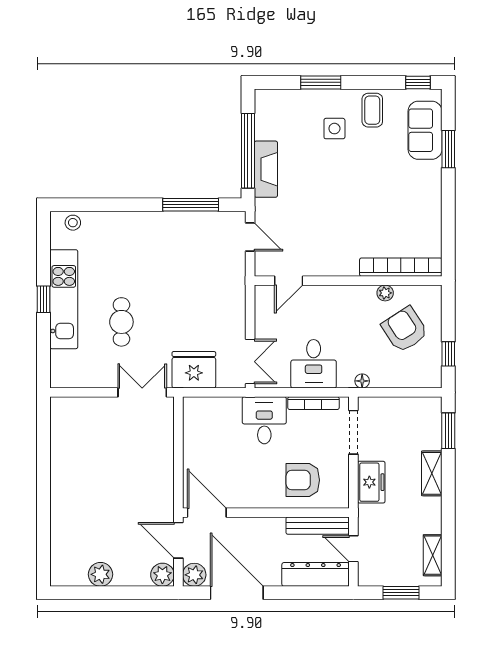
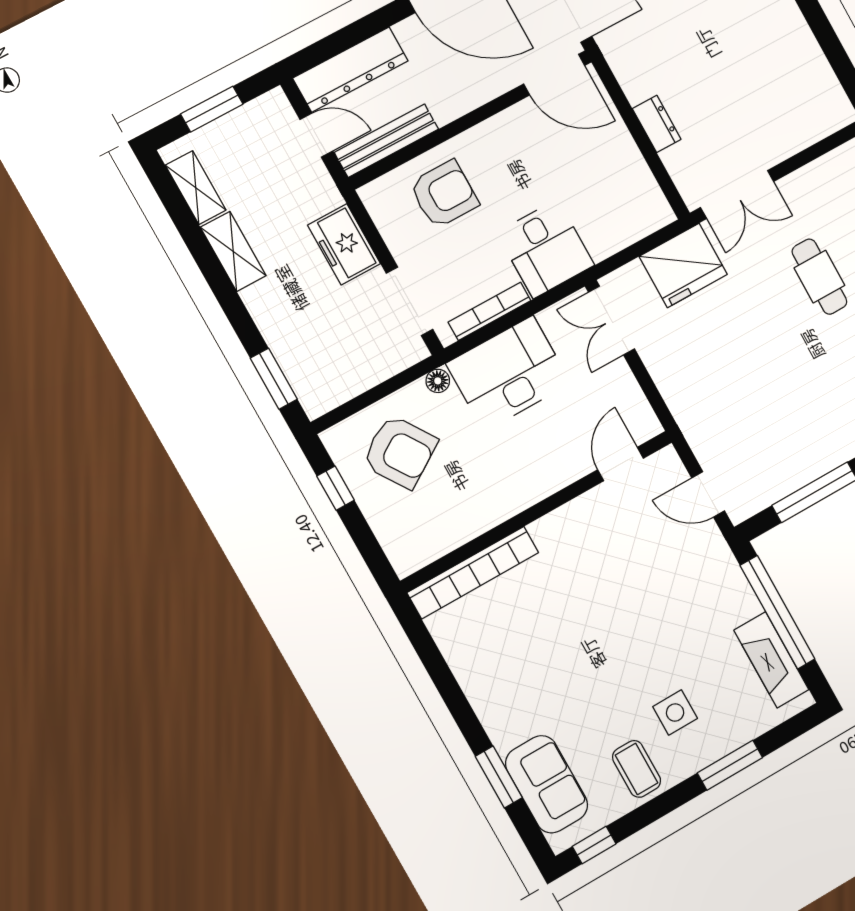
fireplace: (266, 169) -> (771, 660), moved
plant: (385, 293) -> (475, 524), removed
armchair: (405, 330) -> (400, 452), moved
desk: (314, 364) -> (508, 373), width x1.37
dresser: (165, 455) -> (657, 124), added
shelving: (432, 473) -> (233, 251), moved

